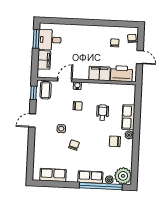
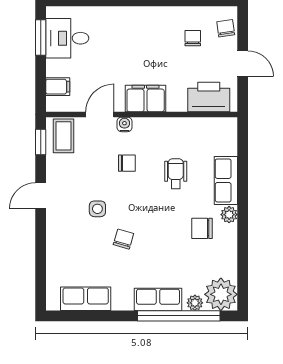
filing cabinet: (44, 60) -> (58, 87), width x0.50
filing cabinet: (99, 73) -> (146, 99), moved

